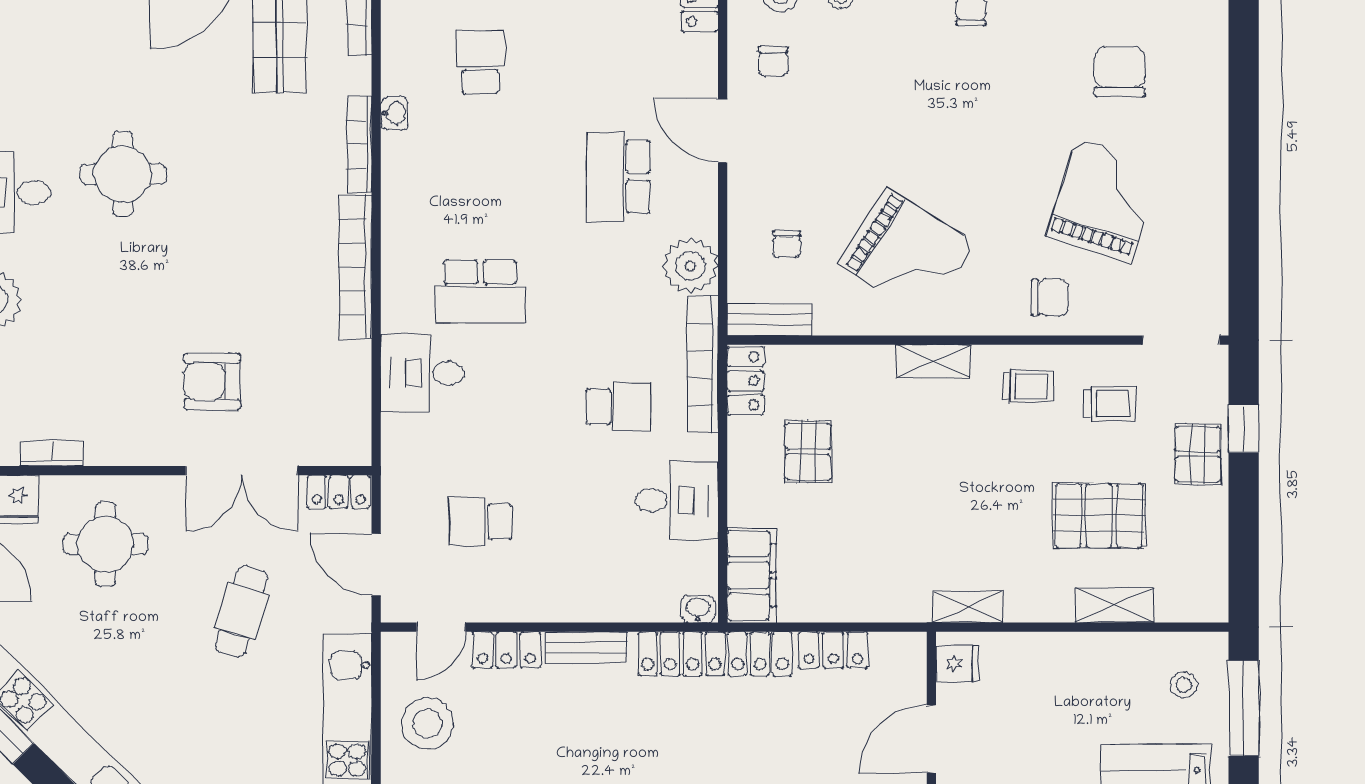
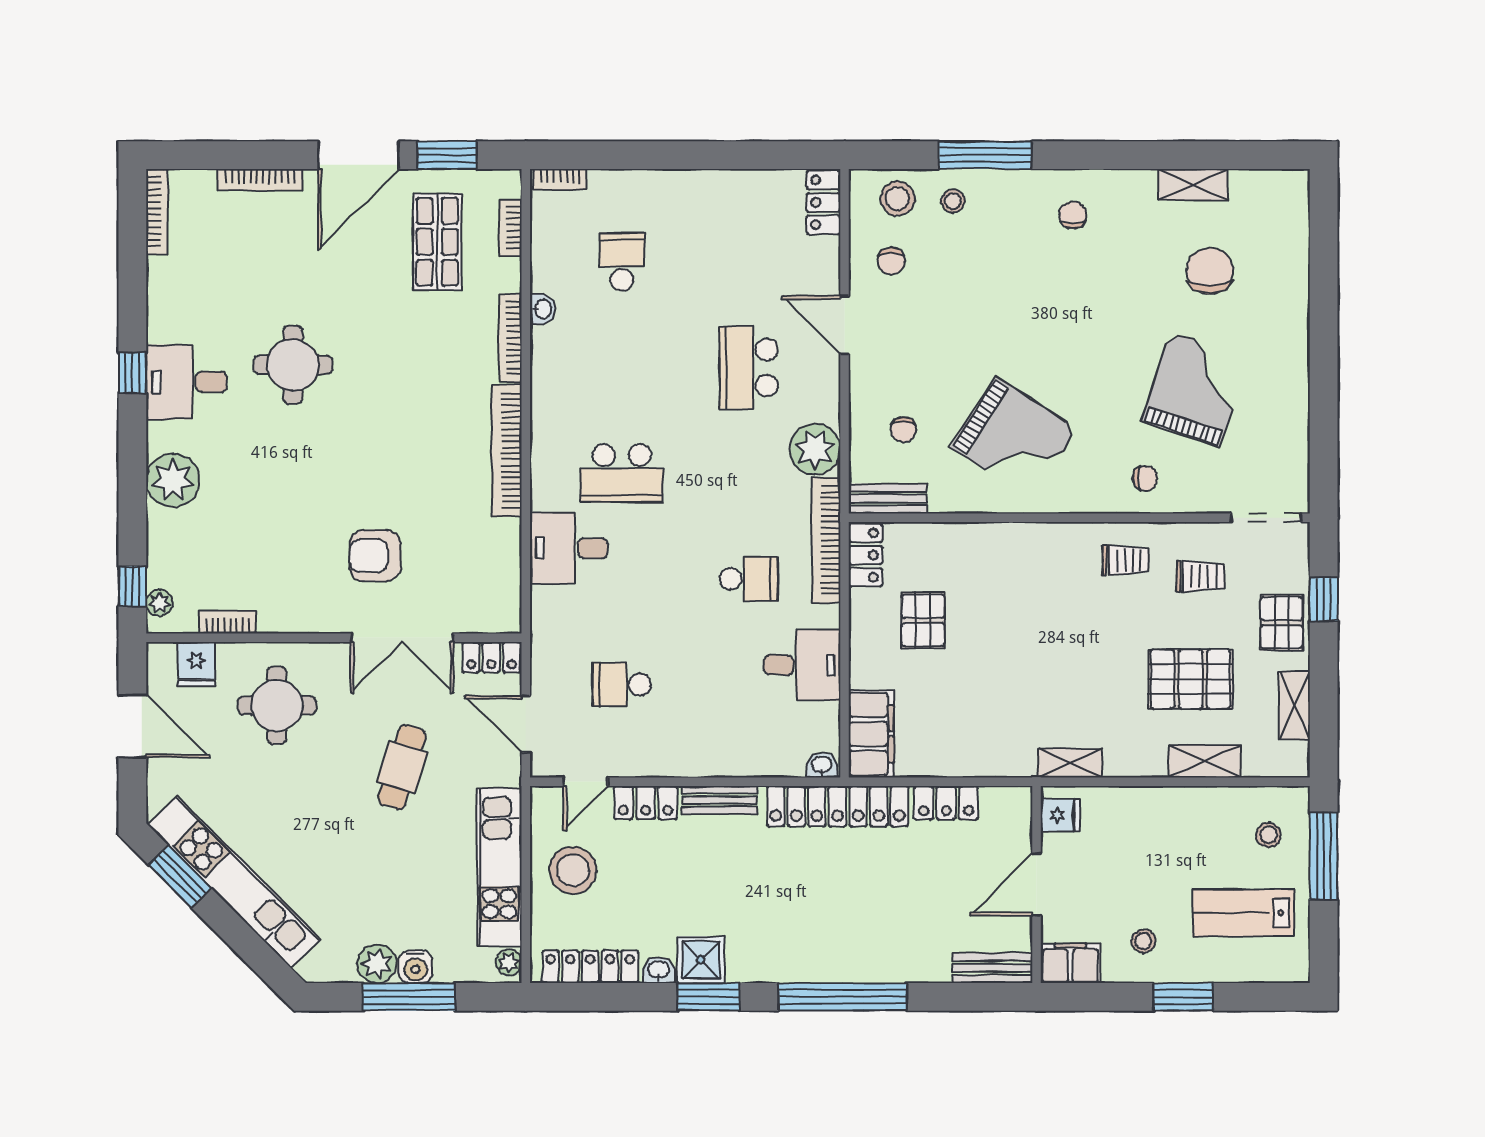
chair: (1050, 297) -> (1145, 478), width x0.73, depth x0.73
shelving: (933, 361) -> (1295, 705), moved, turned 90

